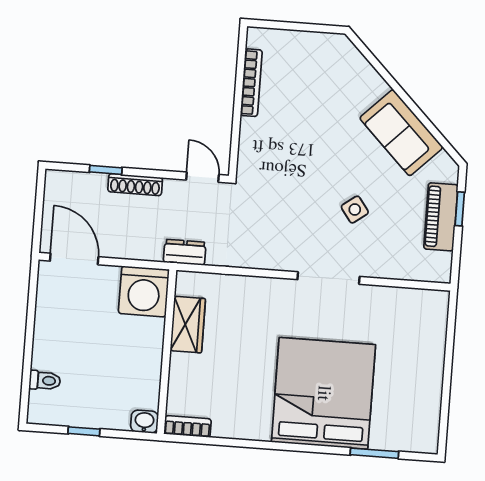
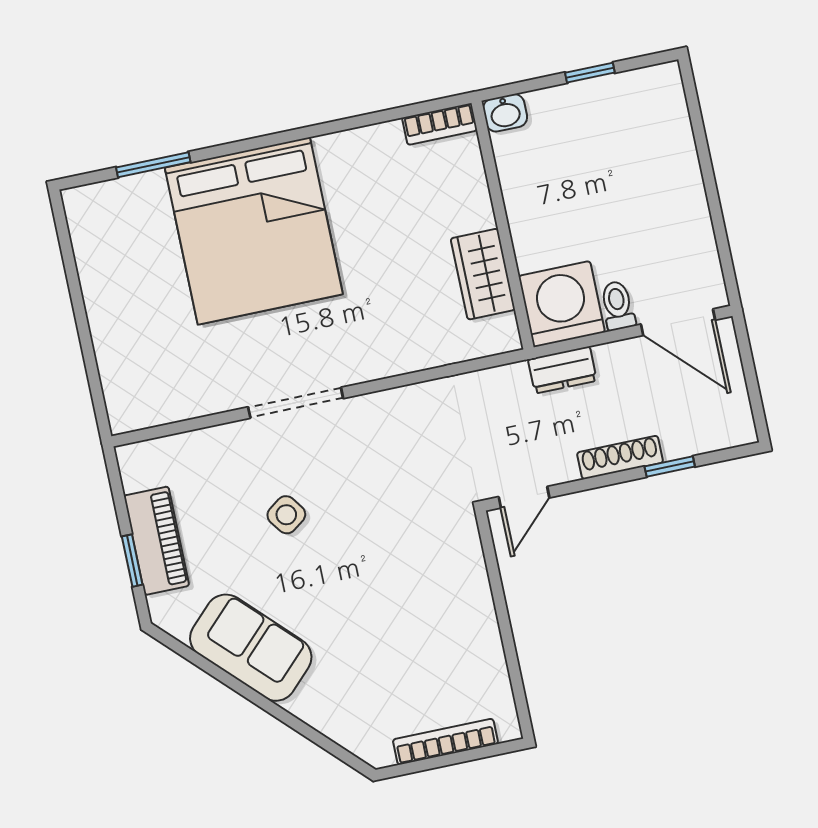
bookcase: (251, 83) -> (445, 742), moved, turned 90
door: (203, 177) -> (524, 497), hinge flipped
dresser: (185, 252) -> (562, 370), moved
toilet: (45, 381) -> (618, 306), moved, turned 90

